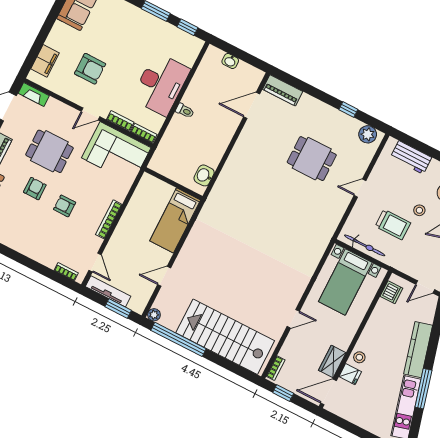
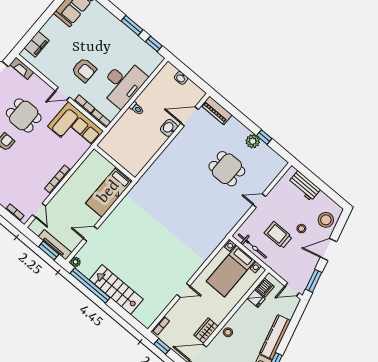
armchair: (90, 69) -> (84, 70), moved
plant: (368, 134) -> (253, 141), moved
washbasin: (204, 175) -> (169, 128), moved
armchair: (65, 206) -> (26, 161), removed
trolley: (393, 225) -> (278, 235), turned 180
tv unit: (108, 291) -> (55, 245), moved
stairs: (225, 337) -> (116, 290), width x0.73, depth x0.66
fridge: (350, 374) -> (256, 299), moved

